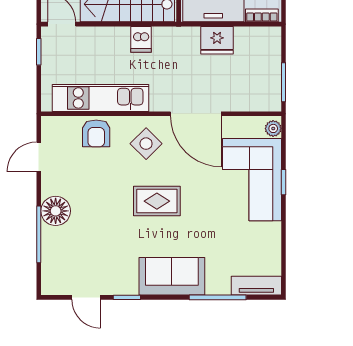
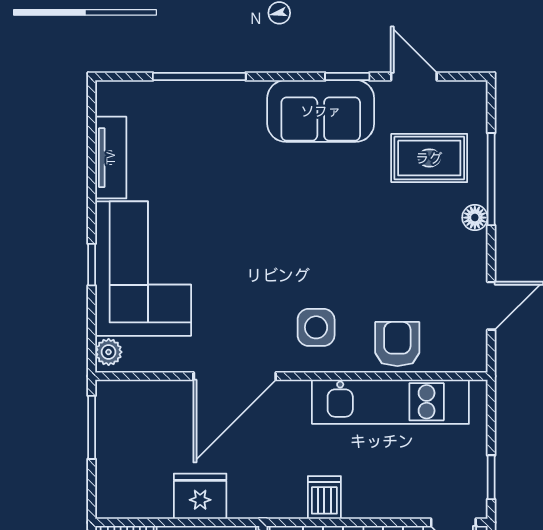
door: (196, 114) -> (235, 376), swing flipped
side table: (146, 144) -> (316, 327), turned 45
rug: (157, 201) -> (429, 158), moved
floor lamp: (56, 211) -> (475, 218), width x0.53, depth x0.53
sofa: (172, 276) -> (321, 111), moved
tv unit: (256, 286) -> (111, 158), moved, turned -90

